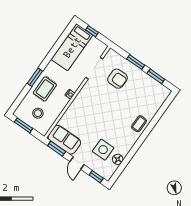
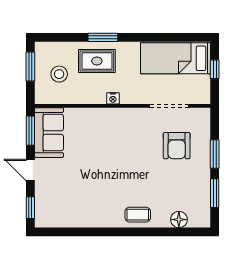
side table: (103, 150) -> (71, 192), removed
floor lamp: (118, 159) -> (179, 220), moved
door: (77, 163) -> (30, 170), hinge flipped

